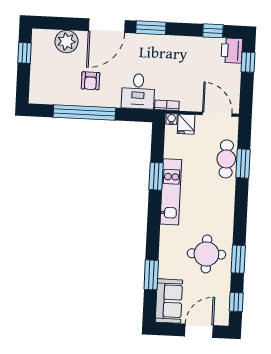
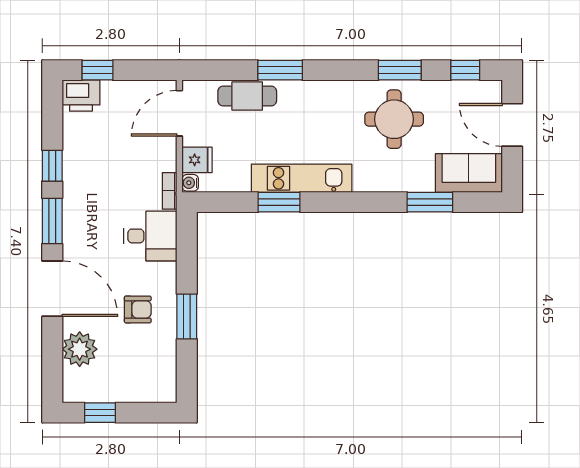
window: (213, 31) -> (52, 166), moved
window: (84, 113) -> (187, 316), width x0.47
window: (243, 164) -> (280, 70), moved

